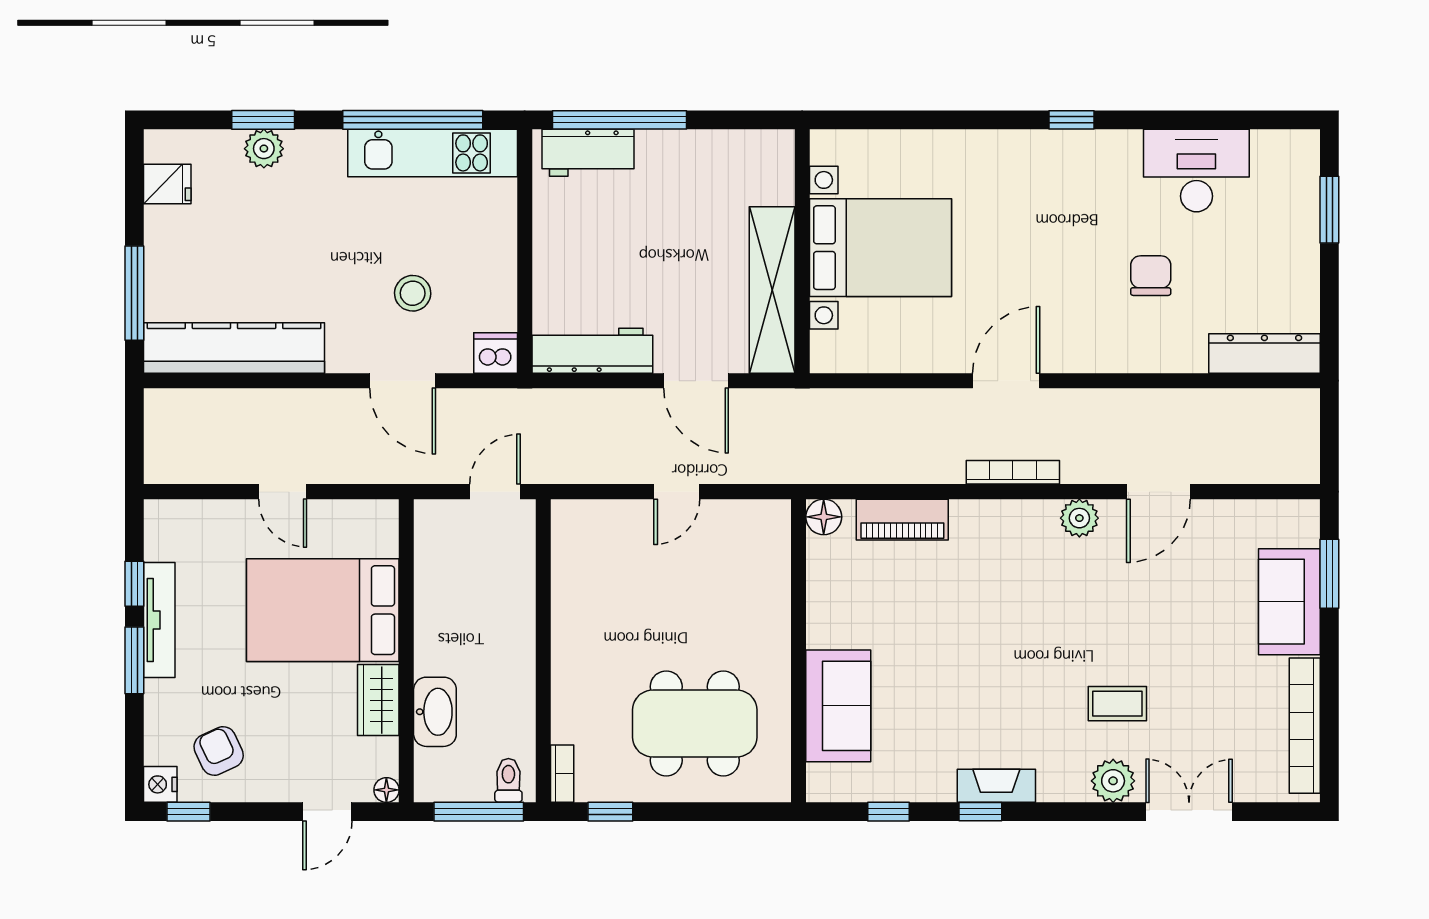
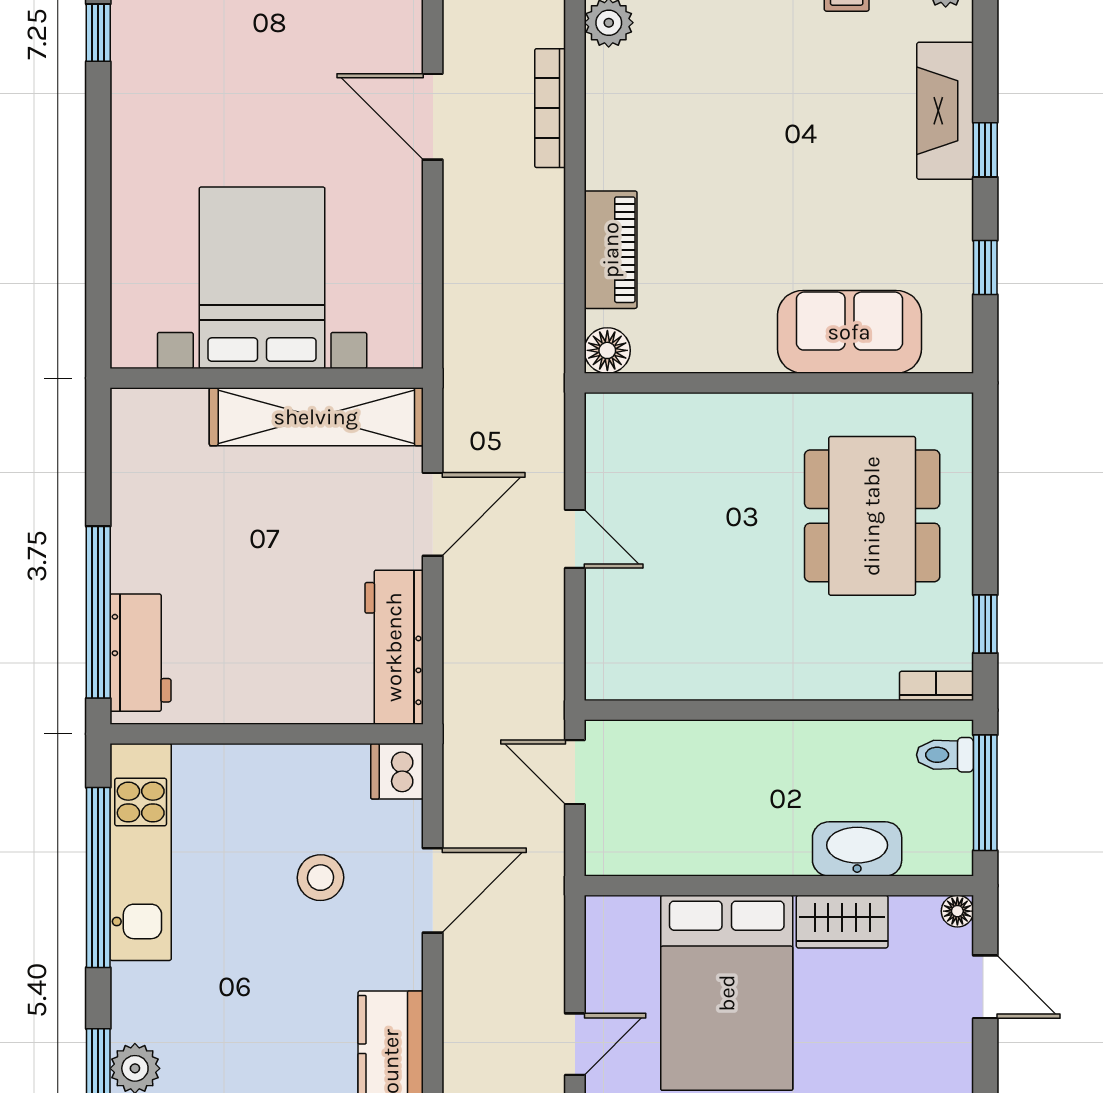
fireplace: (996, 786) -> (945, 111), width x1.37, depth x1.32

